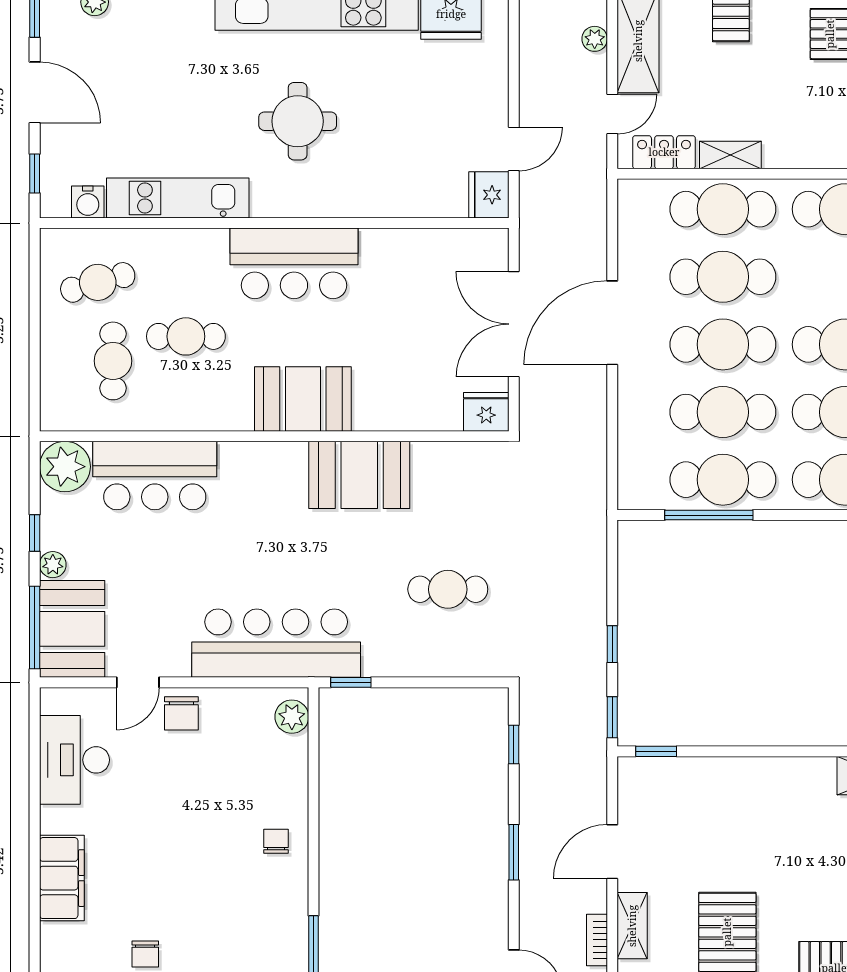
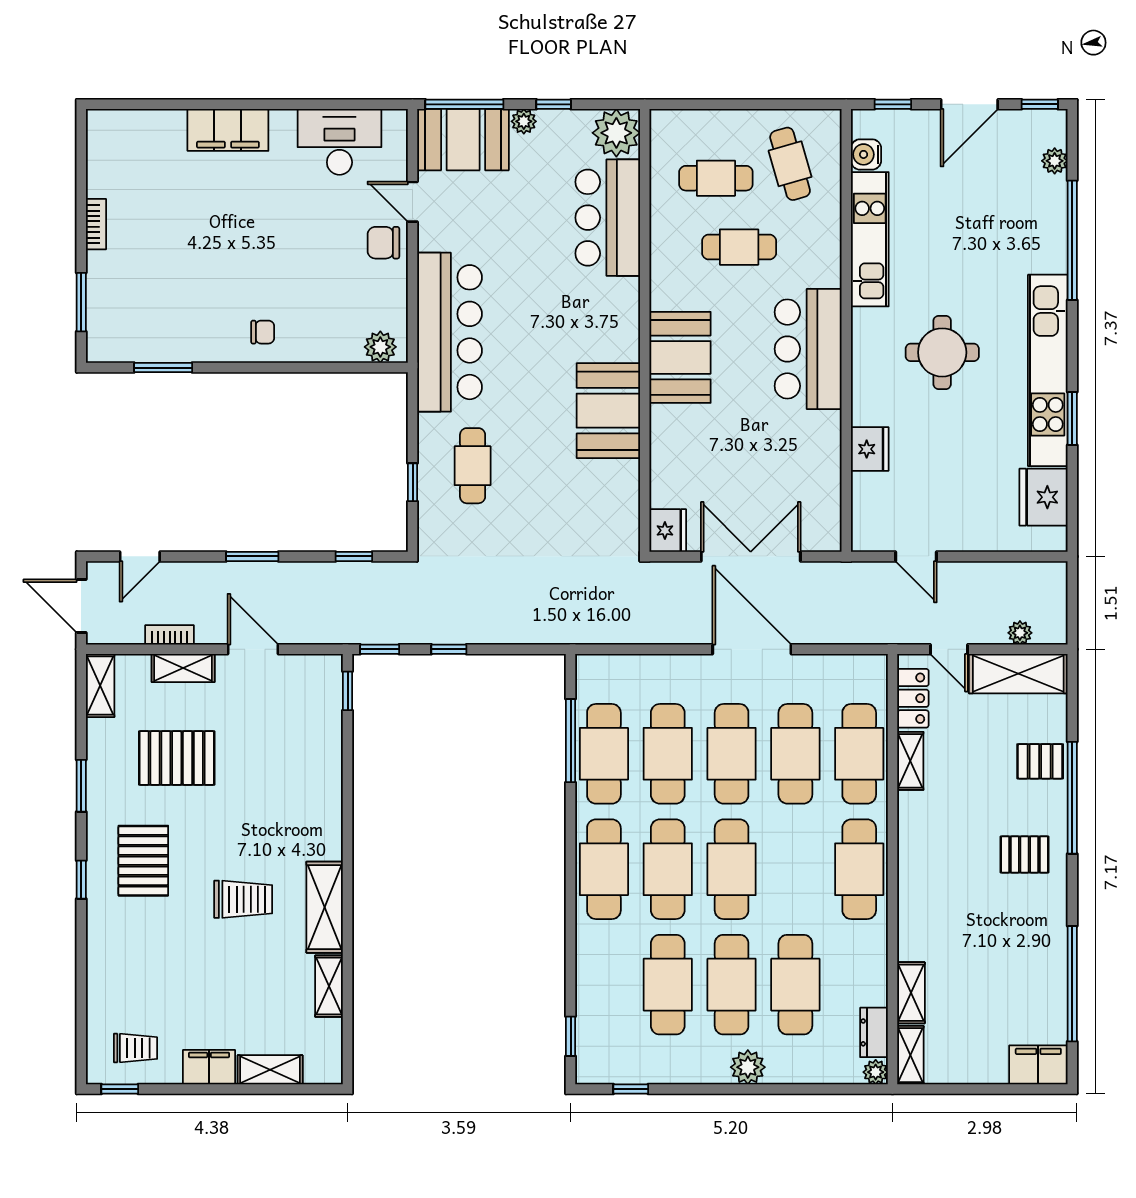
fridge: (489, 195) -> (870, 449), moved, turned 90
cafe table: (186, 336) -> (739, 247), turned 90
cafe table: (448, 589) -> (473, 466), moved
window: (351, 682) -> (413, 482), moved
chair: (145, 954) -> (156, 209), removed

